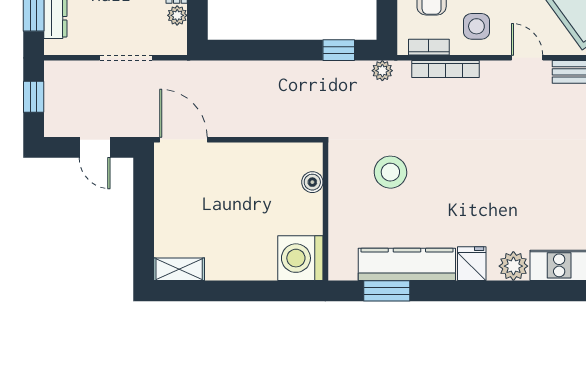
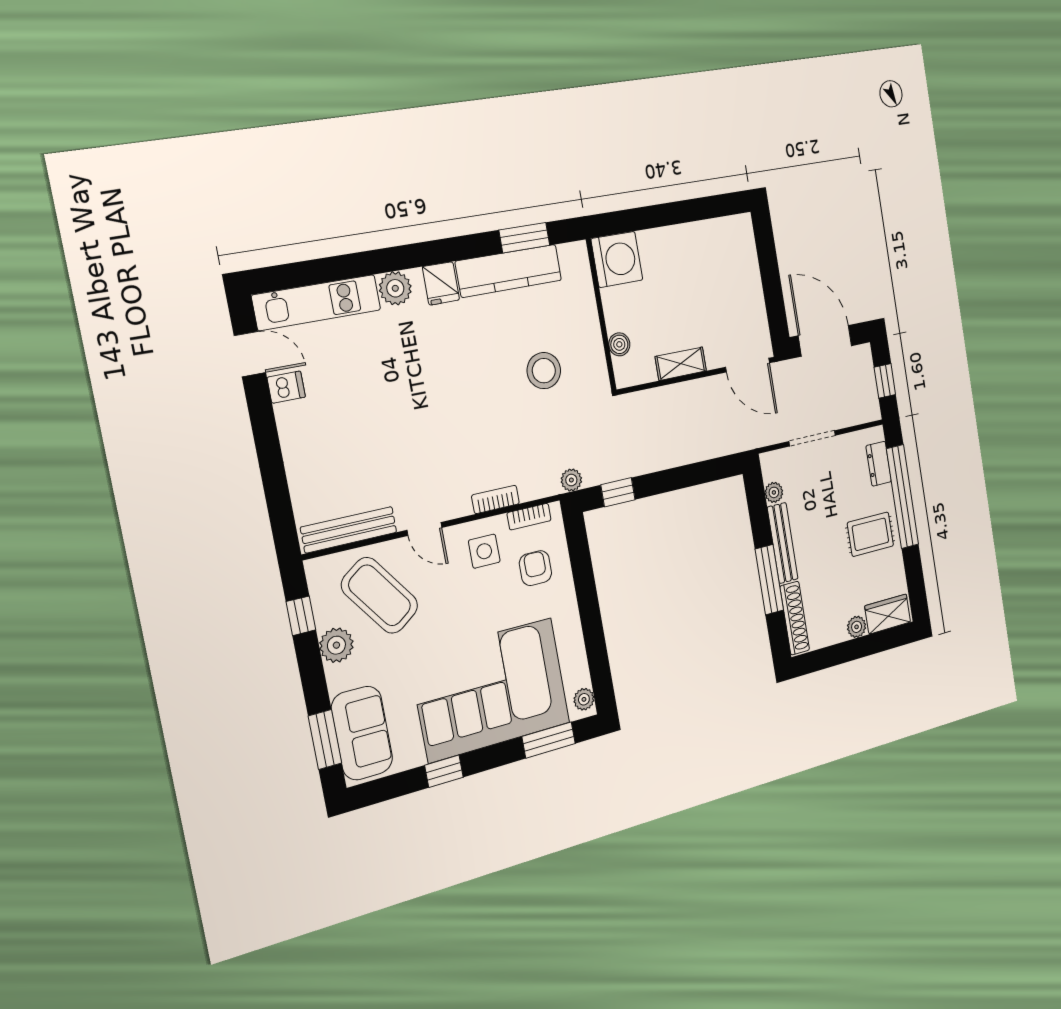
bookcase: (445, 69) -> (495, 499), width x0.64
door: (95, 147) -> (825, 341), width x1.88
shelving: (179, 269) -> (681, 364), moved

